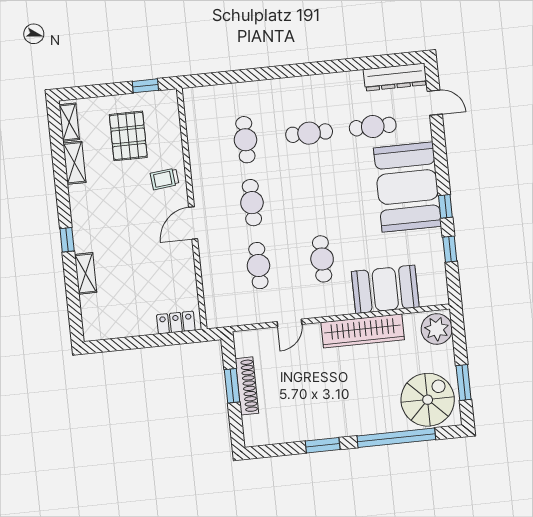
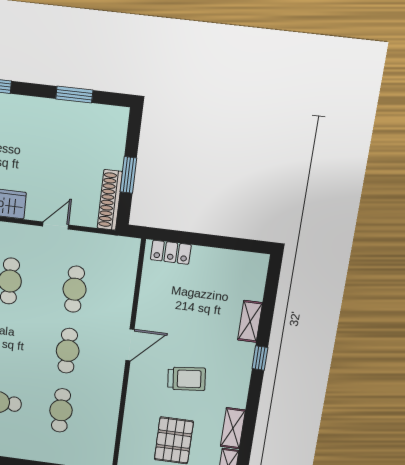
trolley: (165, 179) -> (187, 379), moved, width x1.36, depth x1.39
shoe rack: (247, 386) -> (110, 200), moved
window: (323, 445) -> (74, 95), moved

